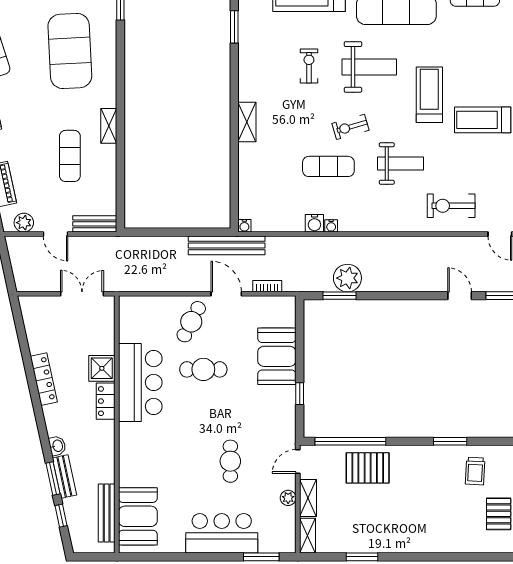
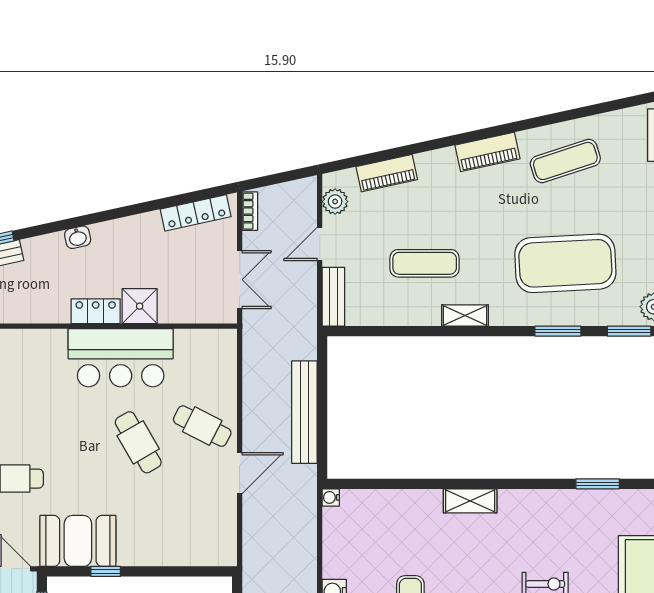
window: (120, 57) -> (558, 331), added
bench: (227, 245) -> (304, 412), moved
bookcase: (267, 286) -> (250, 211), moved
booth: (277, 356) -> (78, 541), moved
cafe table: (203, 369) -> (138, 442), turned -30
locker: (44, 379) -> (196, 213), moved
washbasin: (57, 446) -> (78, 237), moved

